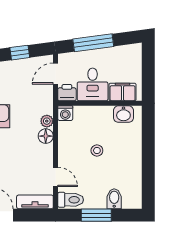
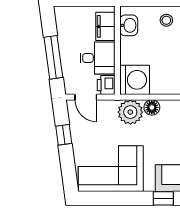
washing machine: (65, 113) -> (135, 80), width x1.89, depth x1.89
plant: (47, 121) -> (130, 112), width x1.88, depth x1.88
stool: (97, 151) -> (166, 20), moved

